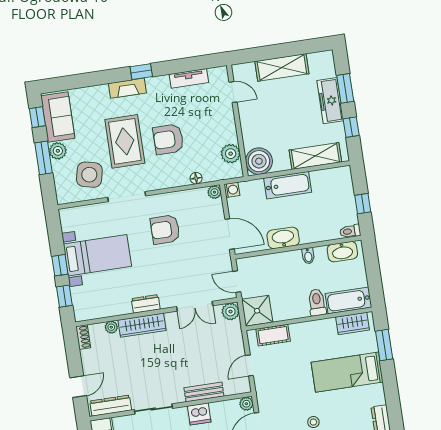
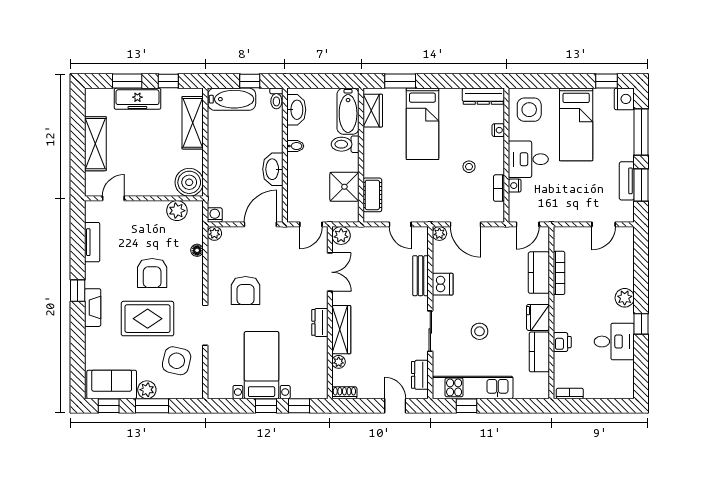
bathtub: (288, 185) -> (232, 99), moved, turned 90
shower: (257, 311) -> (344, 187), moved
dresser: (111, 406) -> (420, 375), width x0.70

